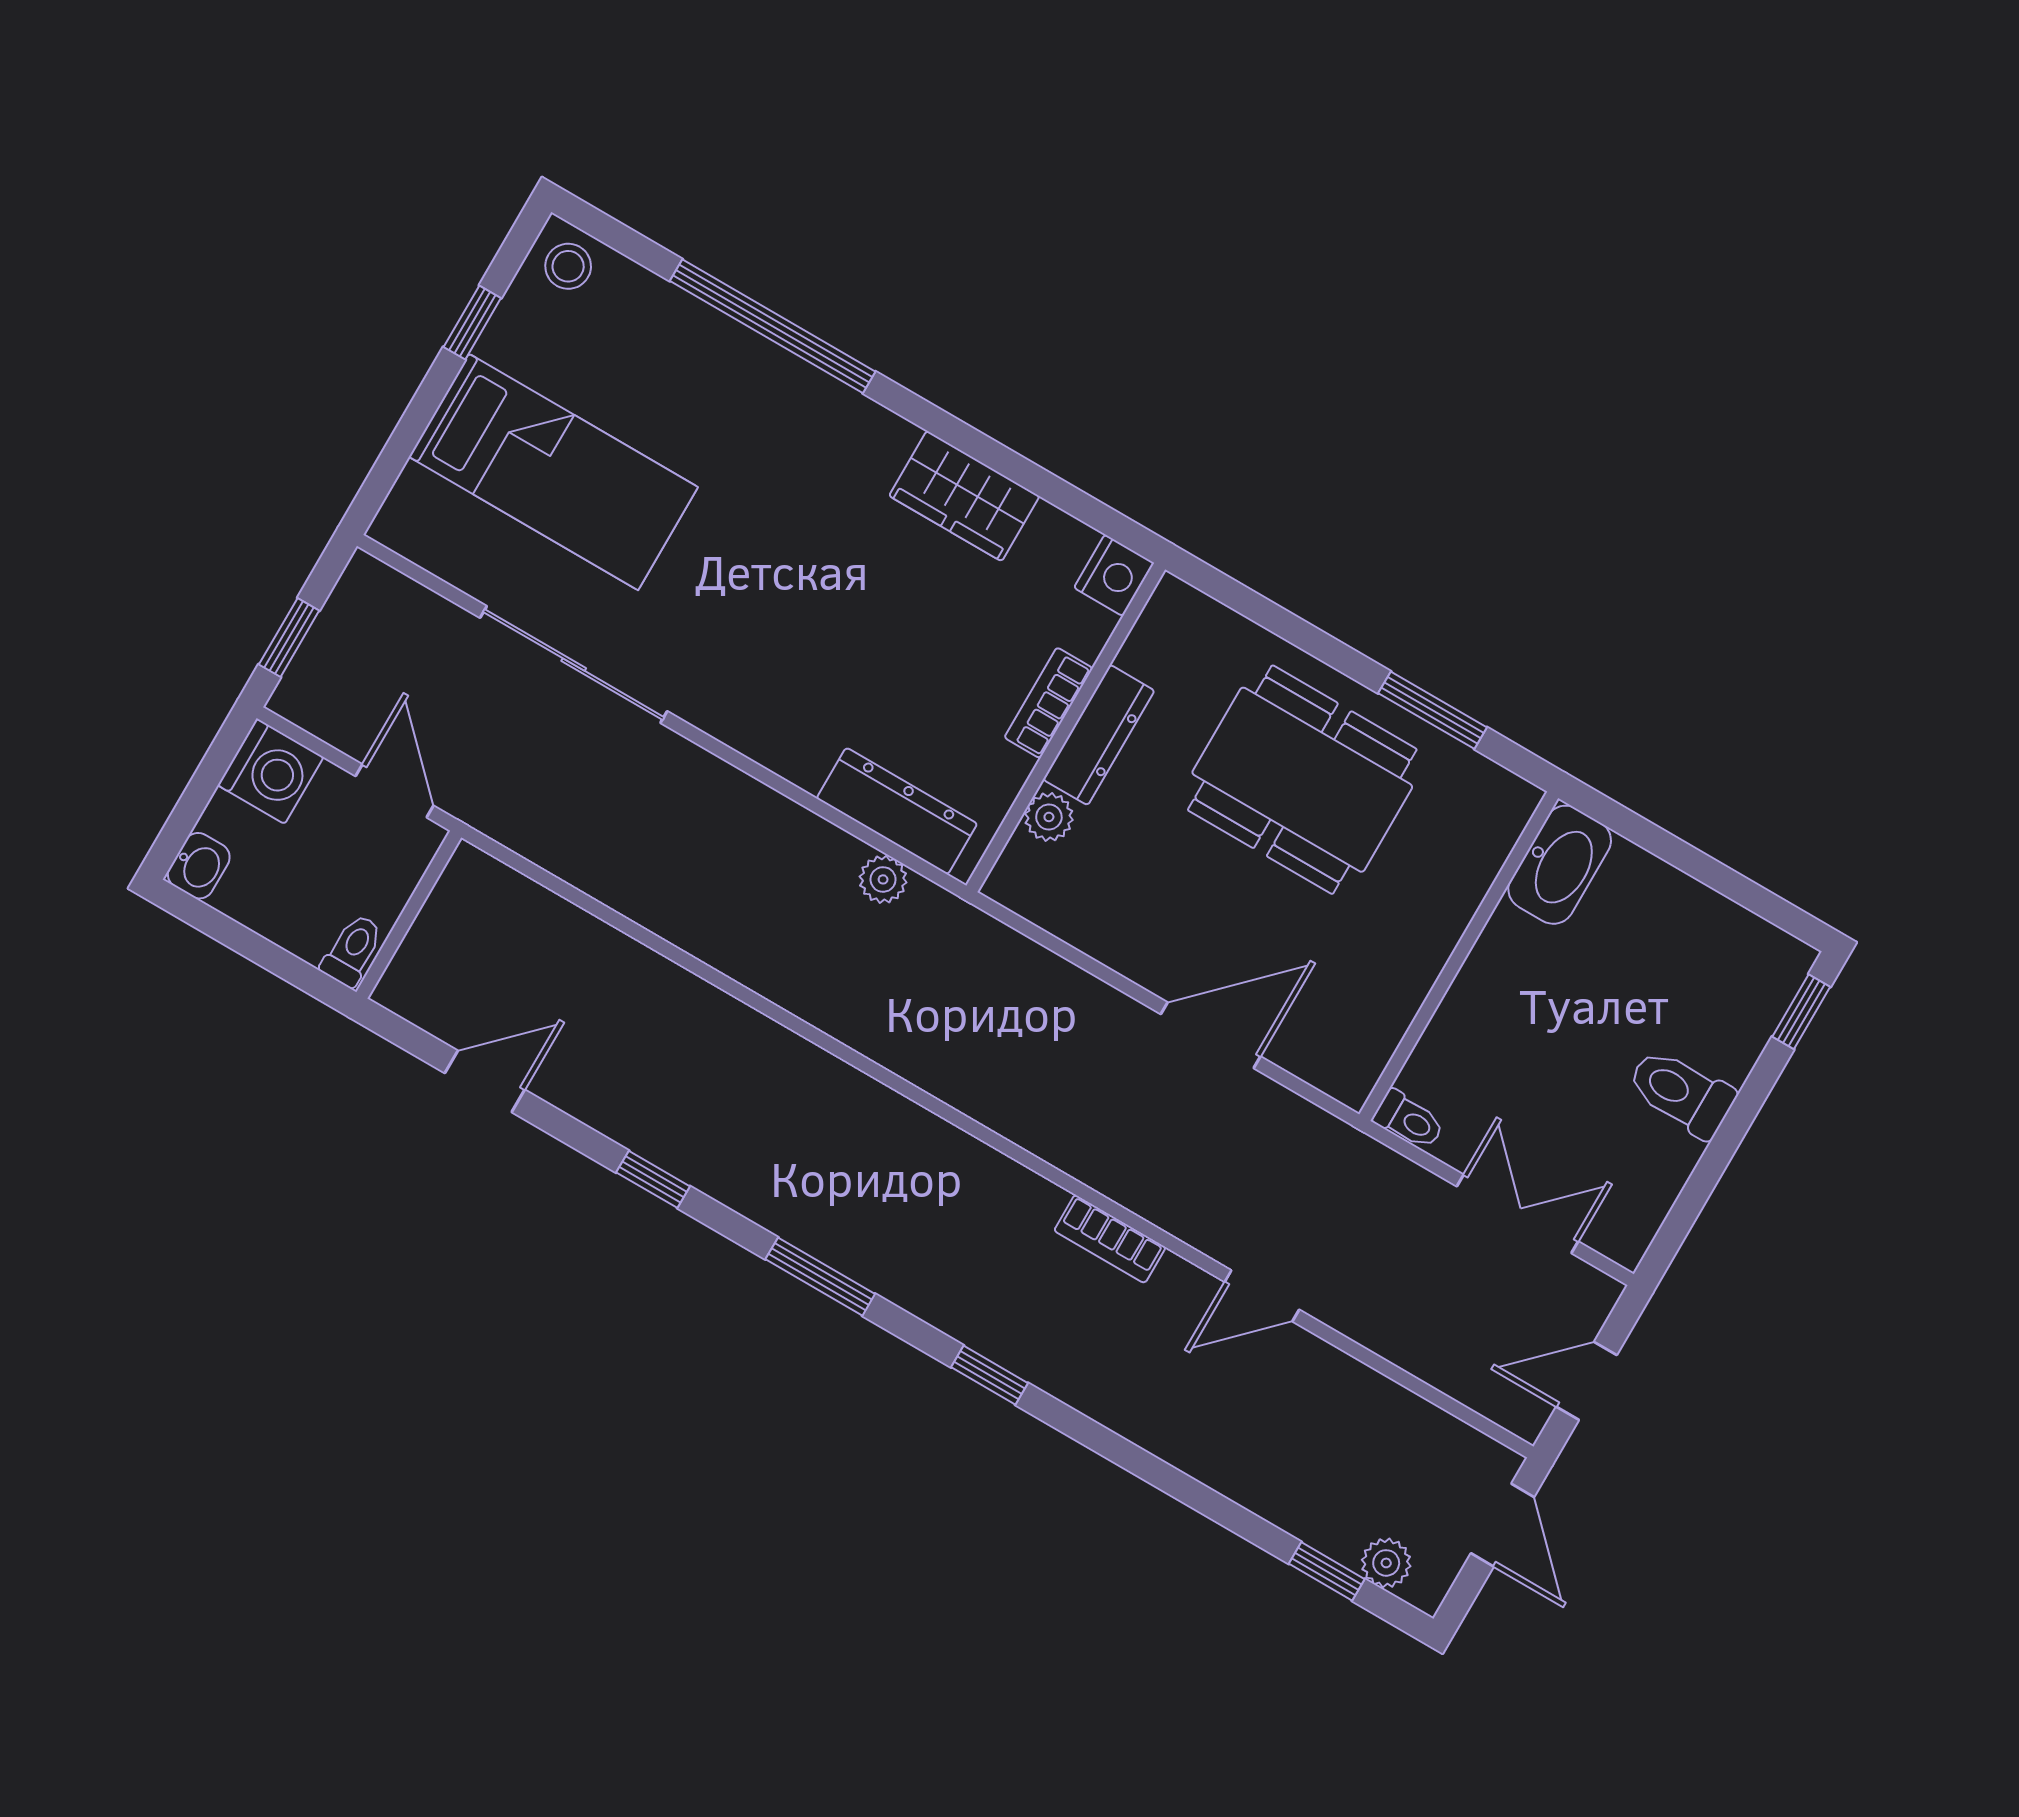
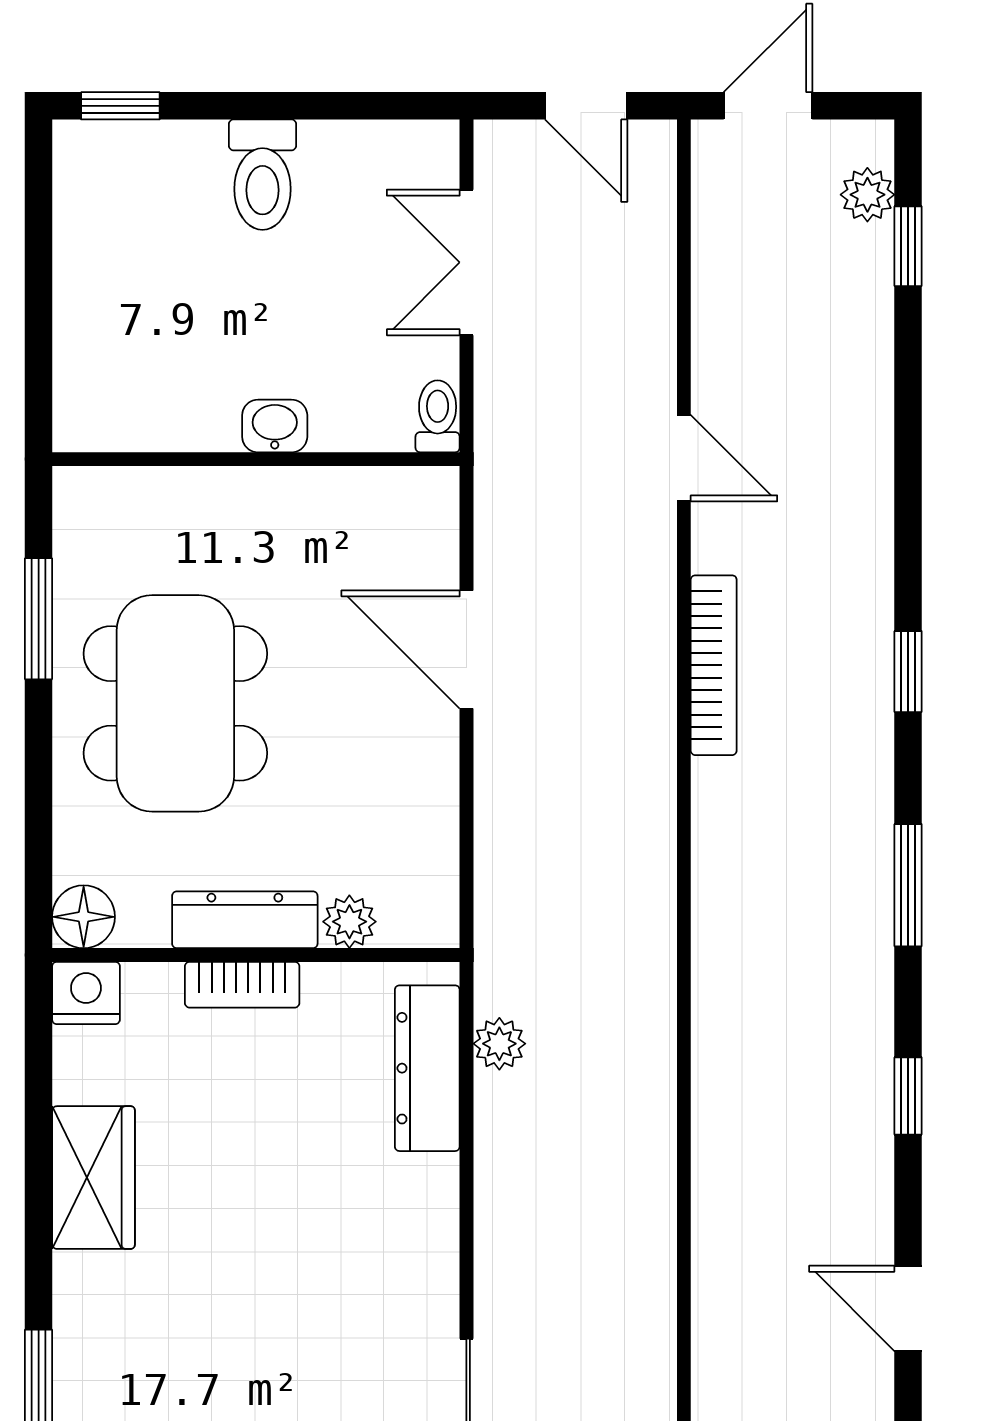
floor lamp: (1176, 608) -> (84, 917), added
washbasin: (1560, 865) -> (275, 426), moved, width x0.52, depth x0.69
bookcase: (1110, 1239) -> (714, 665), width x1.56

